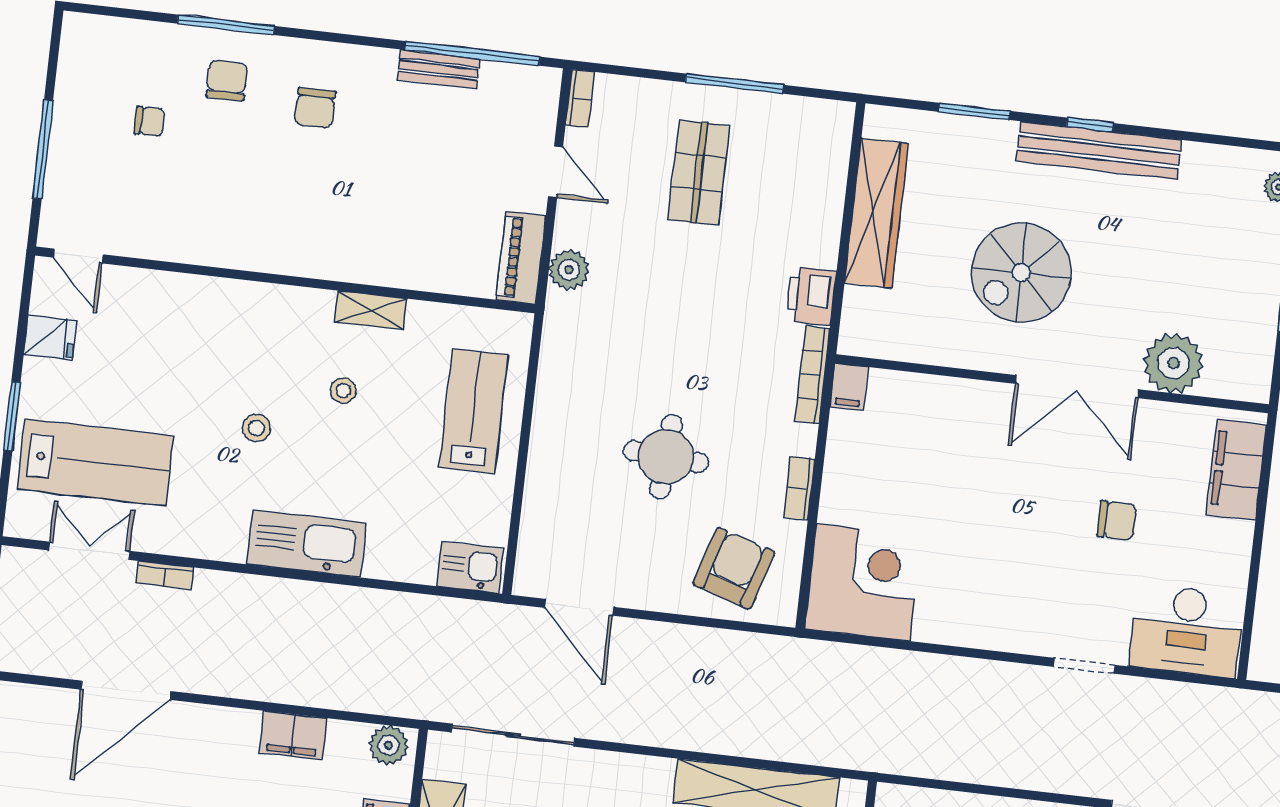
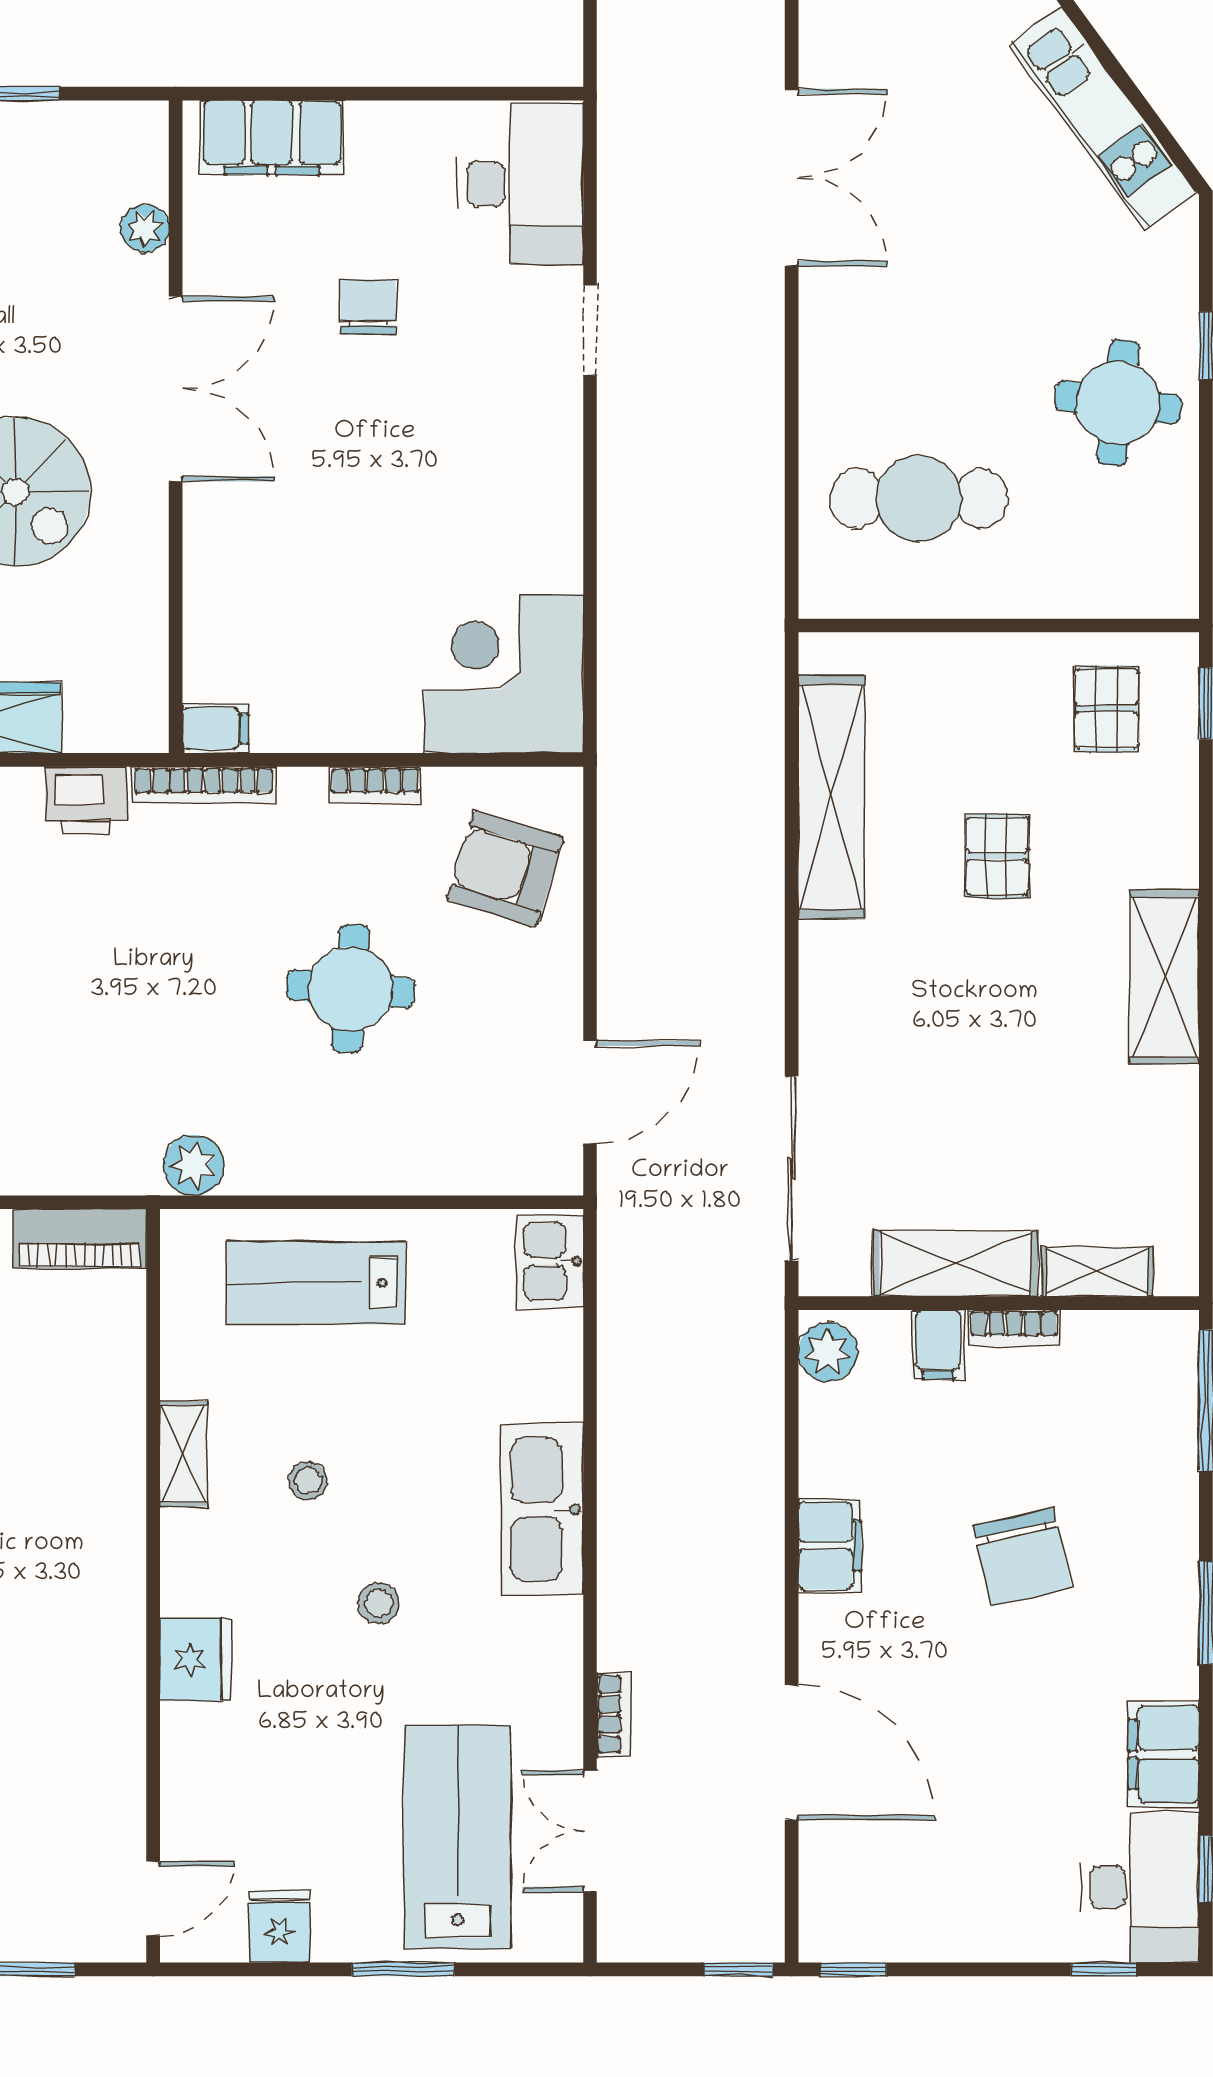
plant: (569, 270) -> (194, 1165), moved
fridge: (233, 302) -> (196, 1660), added
plant: (1174, 363) -> (145, 228), width x0.53, depth x0.53
filing cabinet: (293, 735) -> (830, 1546), moved

